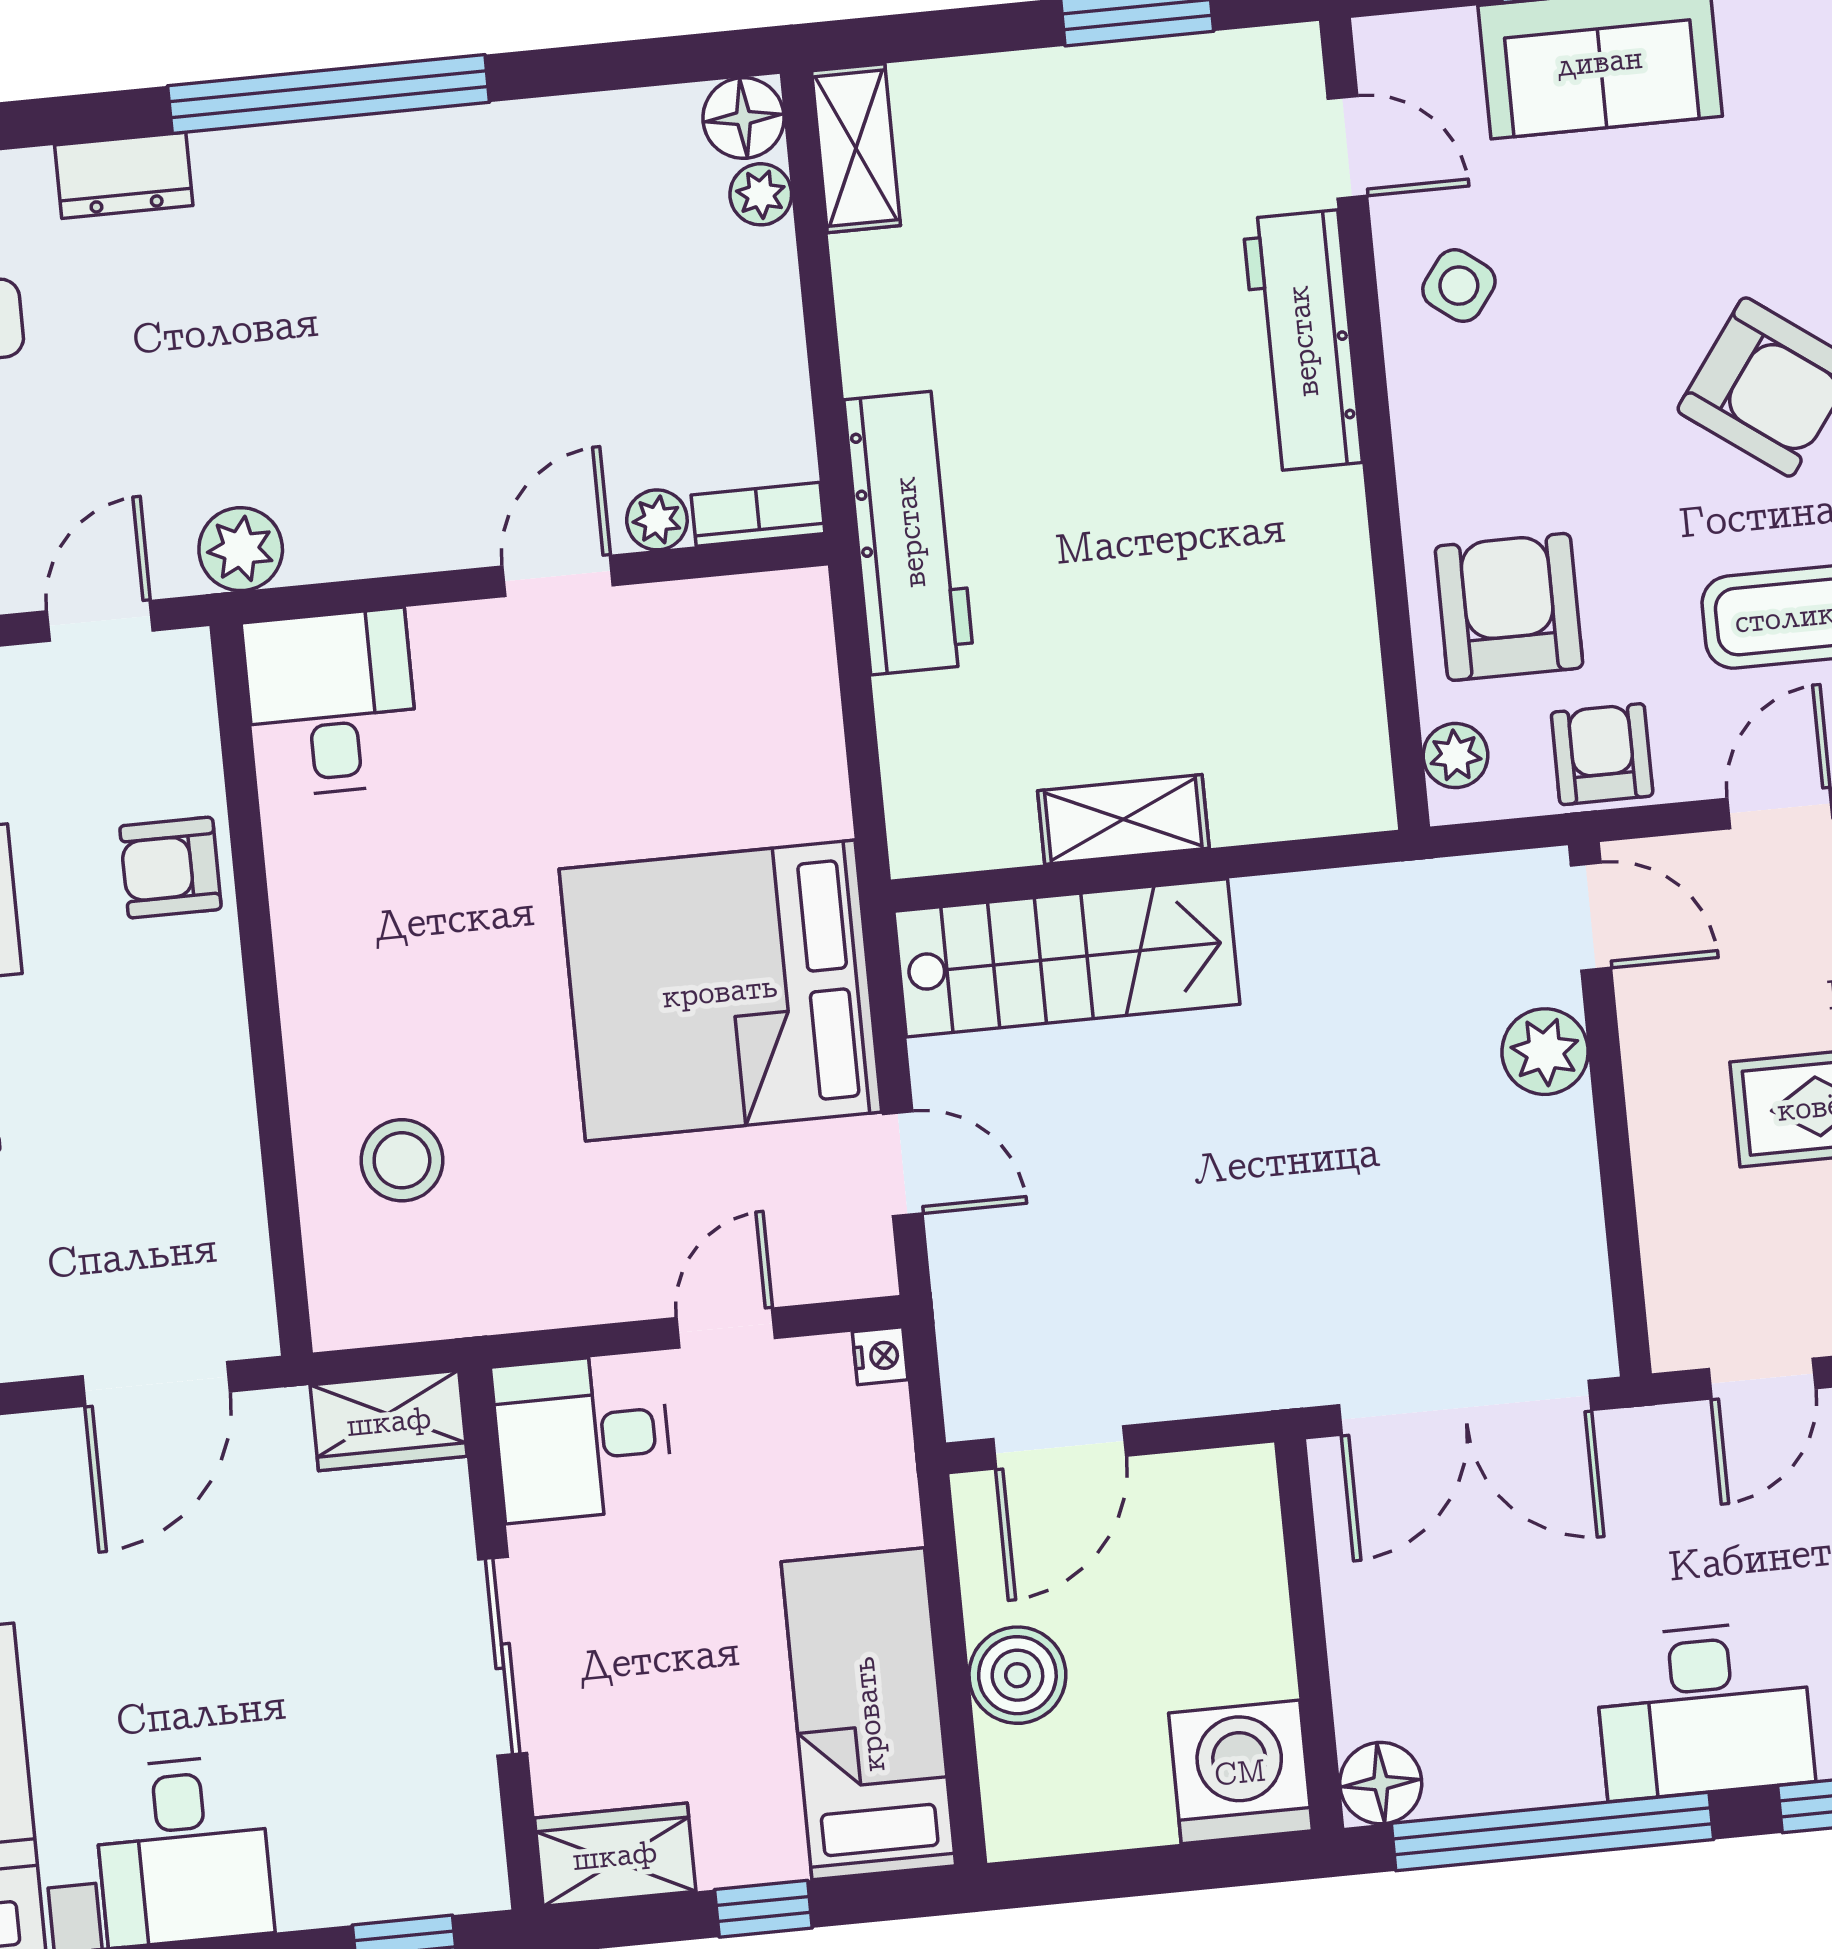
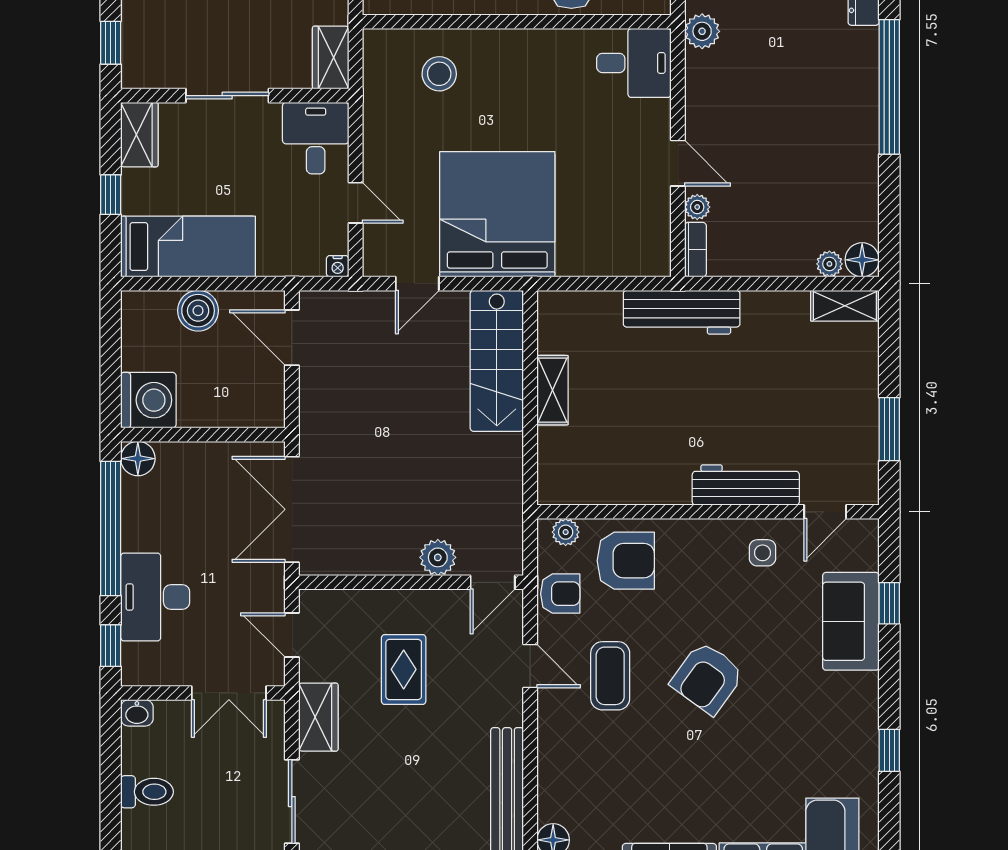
side table: (1459, 286) -> (762, 553), turned -37

